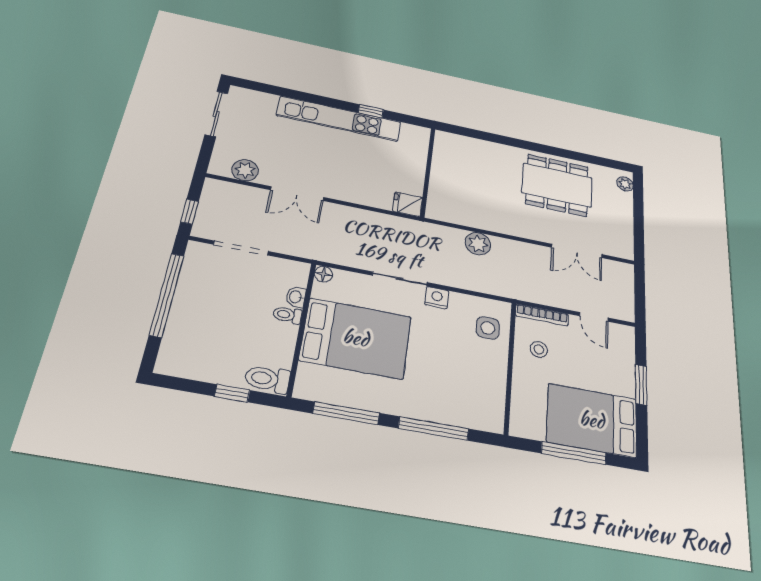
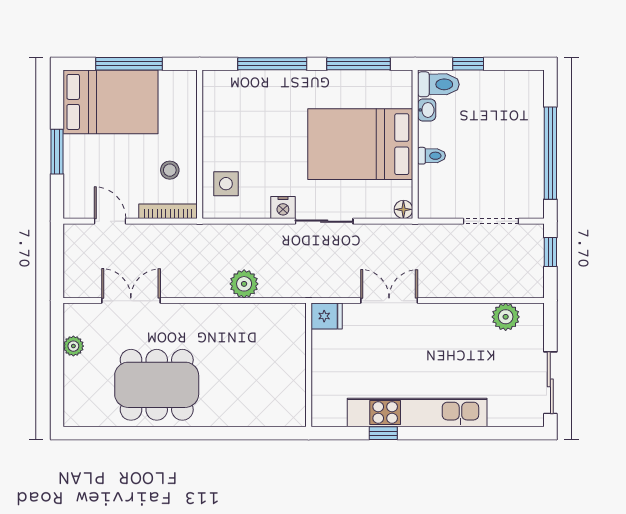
plant: (625, 184) -> (73, 346), moved
double door: (297, 194) -> (389, 301), moved
washbasin: (296, 297) -> (427, 110), moved

